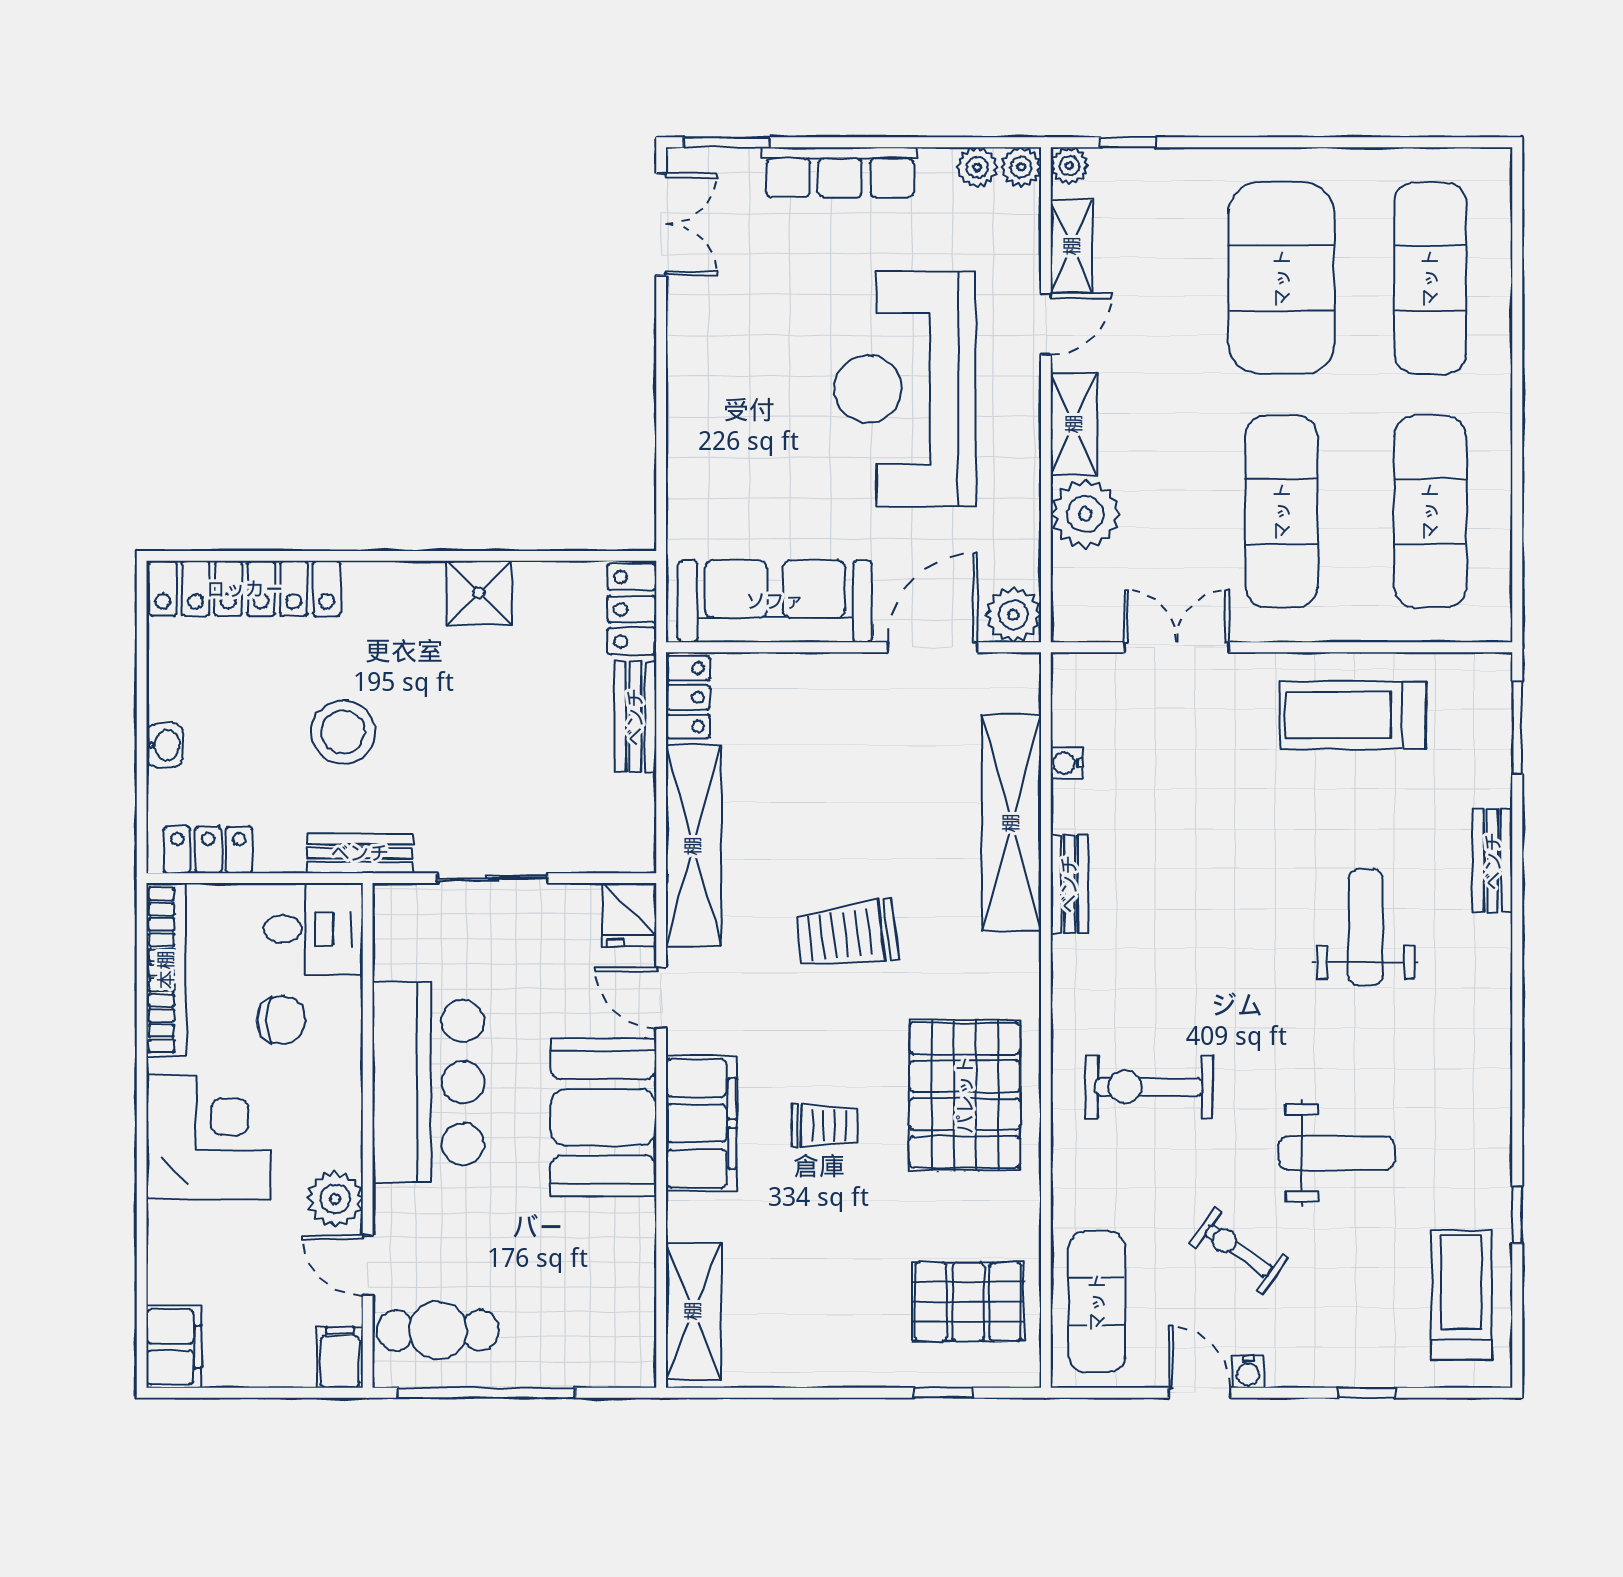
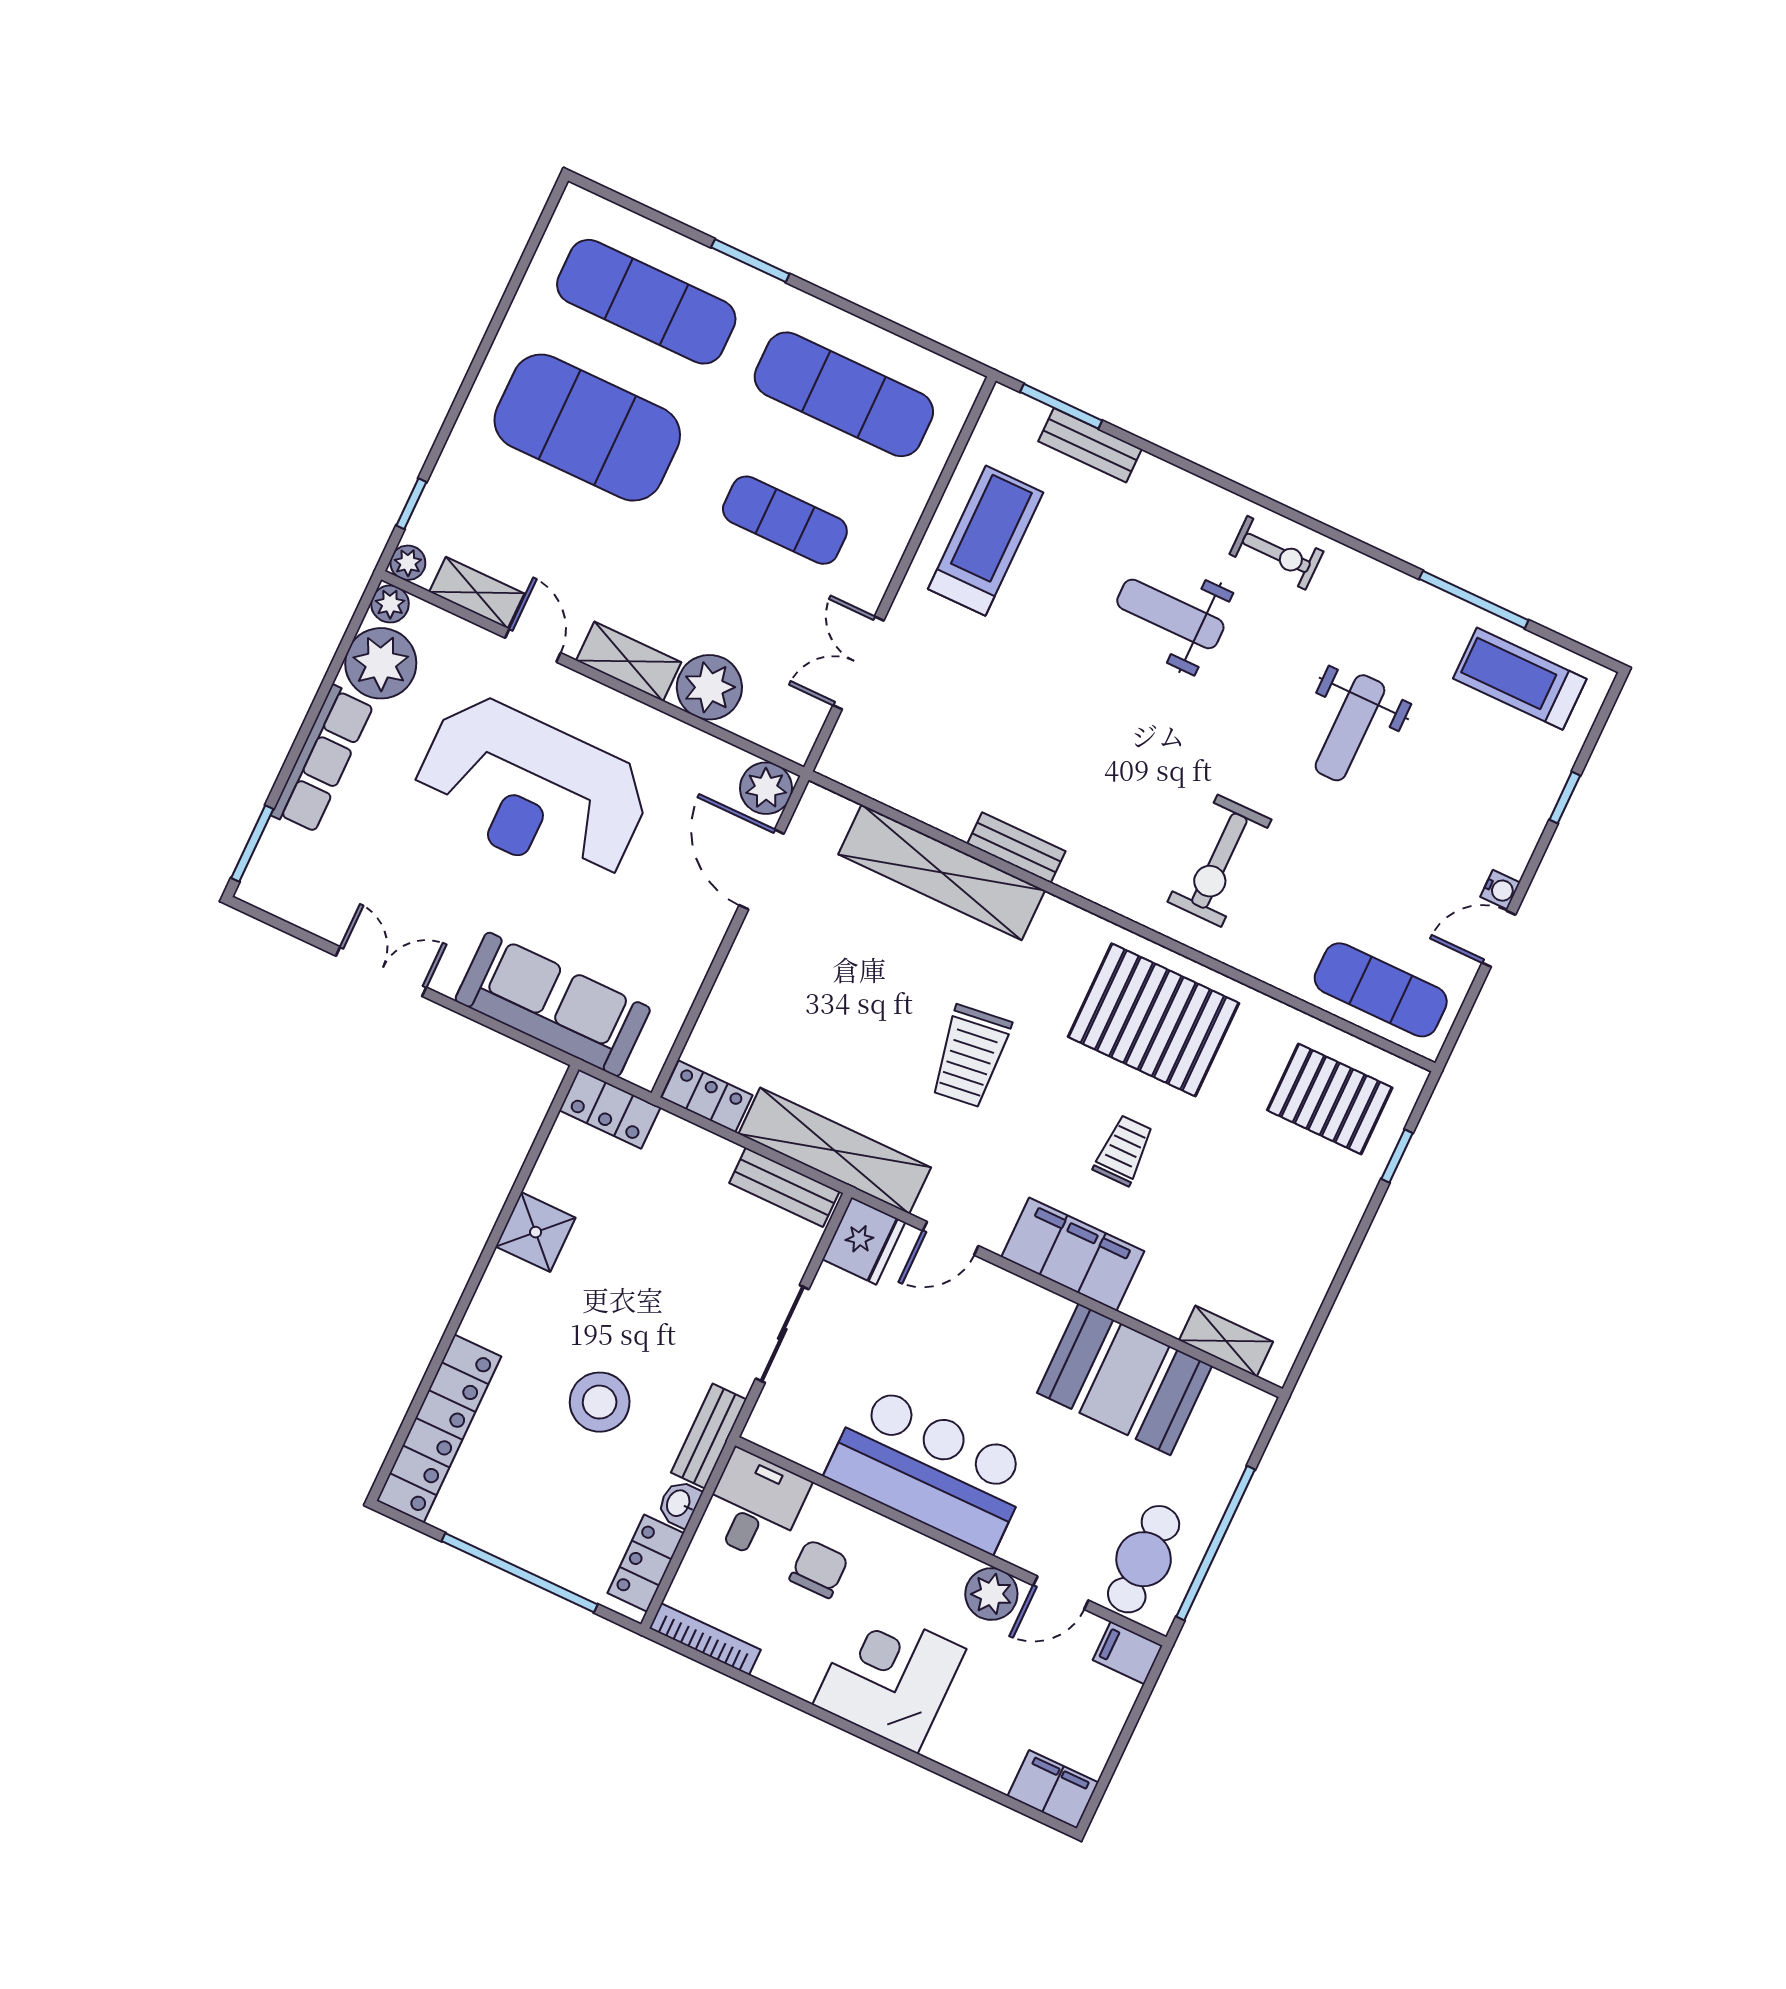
plant: (977, 167) -> (381, 663), width x1.88, depth x1.88
double door: (661, 224) -> (381, 972), moved
window: (1517, 360) -> (750, 261), added
exercise mat: (1282, 511) -> (785, 520), width x0.73, depth x0.69
sofa: (775, 601) -> (553, 1004), moved, turned 90
treadmill: (1353, 715) -> (986, 541), turned 180
bench: (635, 717) -> (784, 1187), moved
window: (142, 732) -> (520, 1573), added
washbasin: (165, 745) -> (679, 1504), moved, turned -90
water cooler: (1066, 763) -> (912, 802), removed
bench: (1493, 861) -> (1090, 445), moved
fridge: (630, 915) -> (864, 1241), width x1.38
bookcase: (166, 970) -> (705, 1639), width x0.68, depth x0.76
booth: (603, 1117) -> (1125, 1379), moved
weight bench: (1337, 1153) -> (1350, 728), turned 180
window: (1517, 1215) -> (1474, 600), width x2.17
exercise bike: (1239, 1251) -> (1276, 553), moved, turned -125
pallet: (968, 1302) -> (1330, 1099), turned 90
shelving: (693, 1311) -> (1226, 1341), width x0.67, depth x0.75

